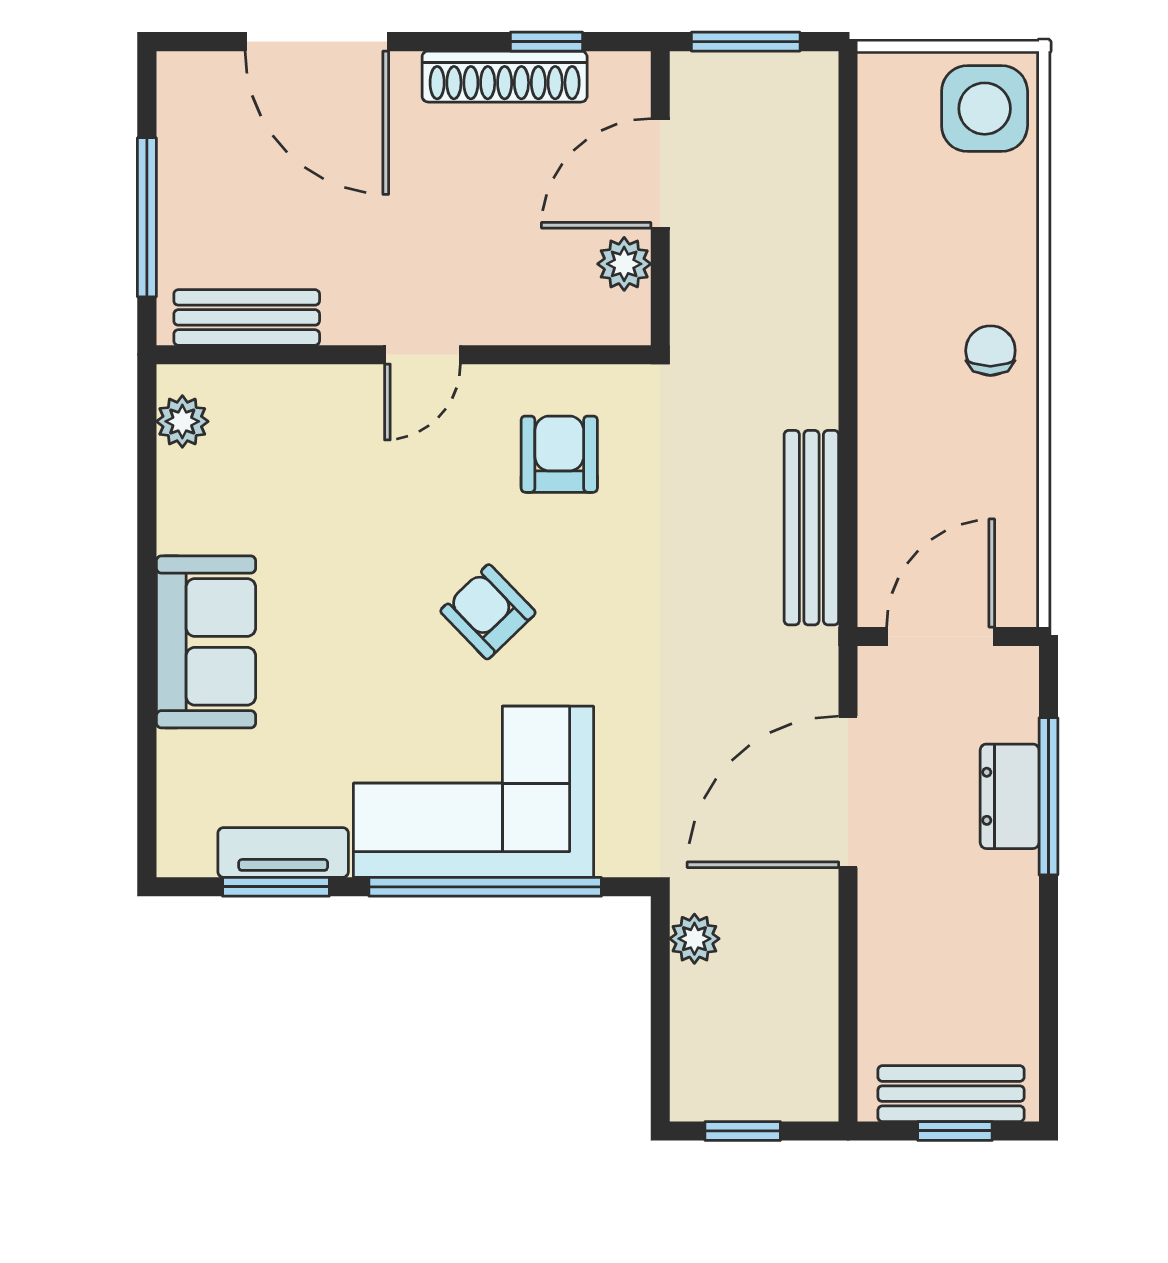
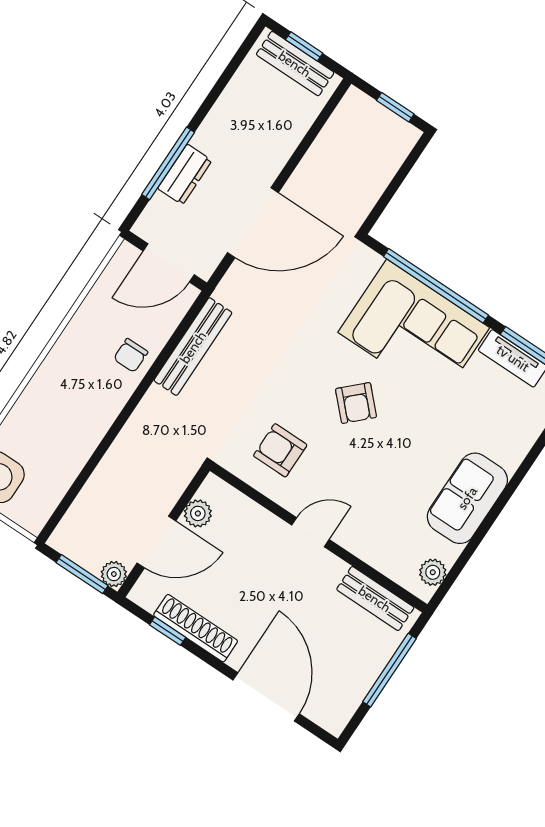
chair: (990, 351) -> (131, 355), moved
armchair: (559, 454) -> (280, 450), turned 90
sofa: (206, 642) -> (467, 498), moved
plant: (694, 939) -> (114, 574), moved

